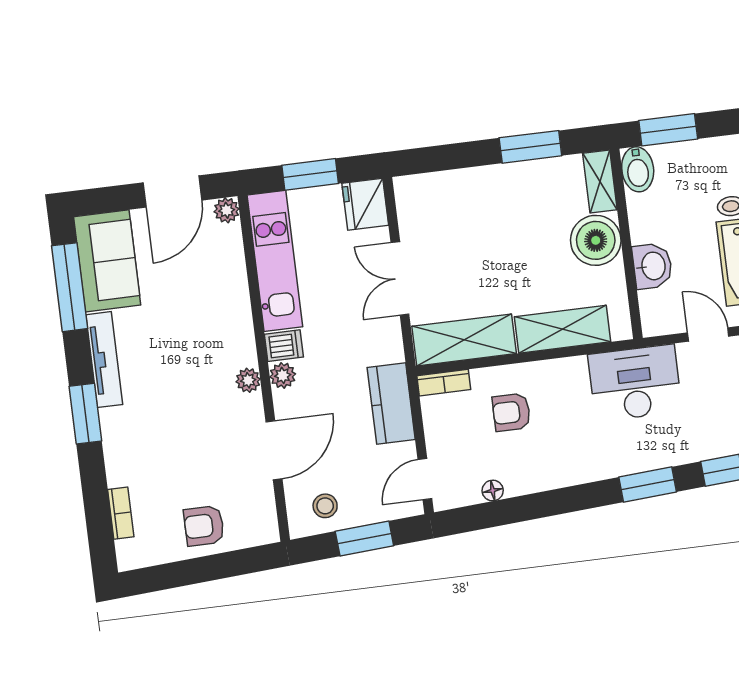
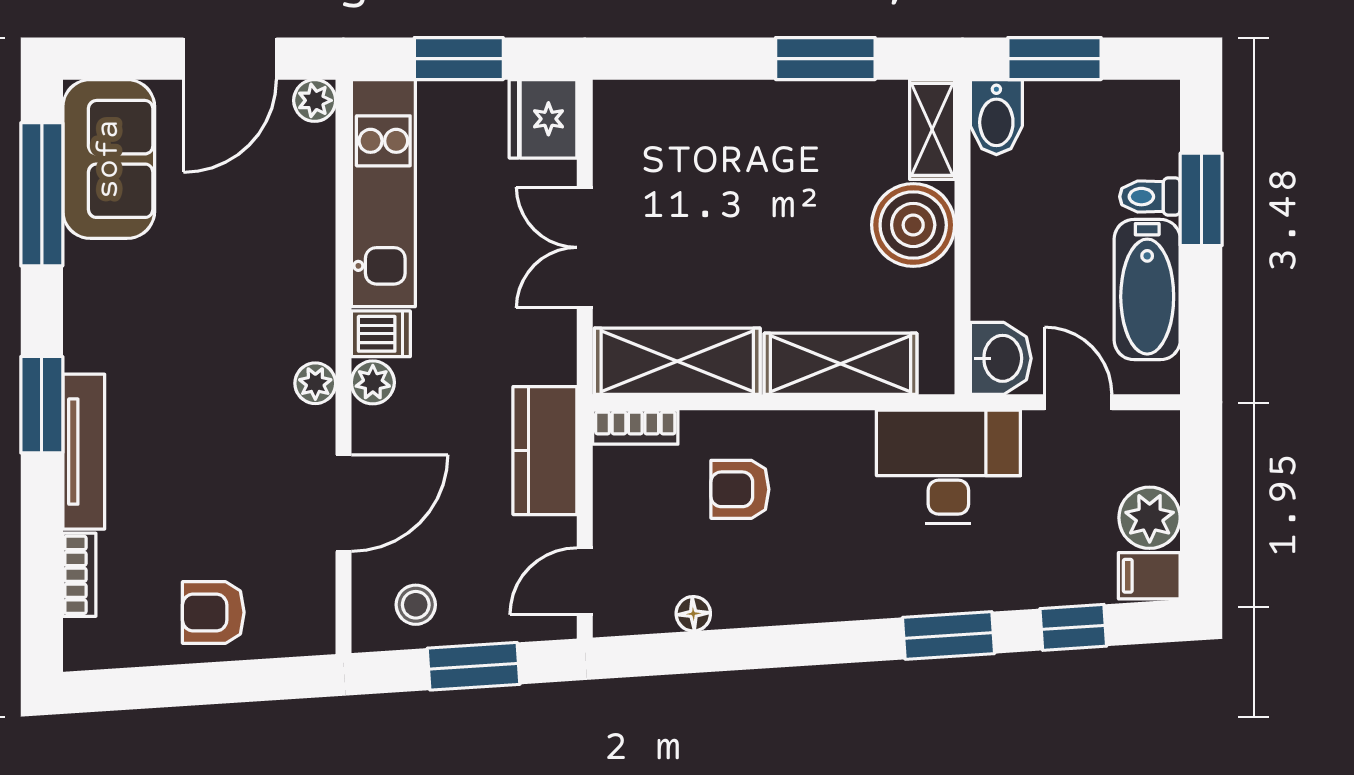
washbasin: (652, 266) -> (1001, 358), moved
tv unit: (104, 360) -> (84, 452), moved

